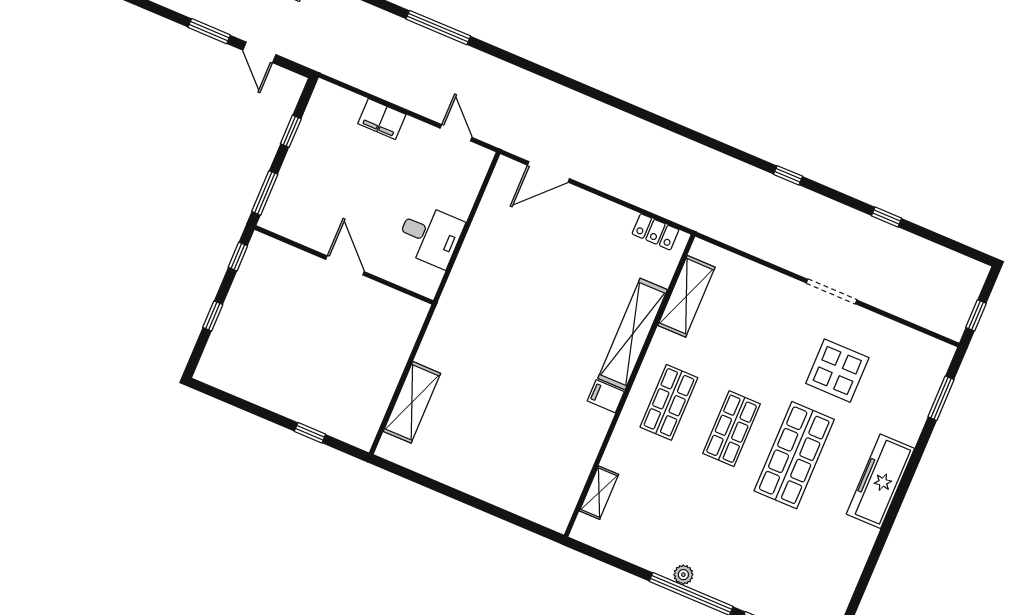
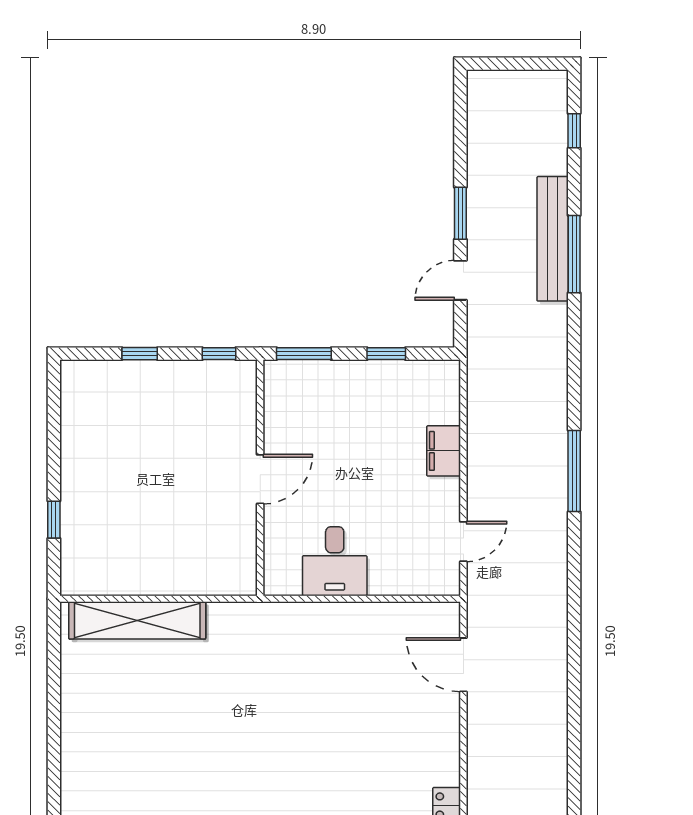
shelving: (412, 402) -> (137, 620), width x1.47

